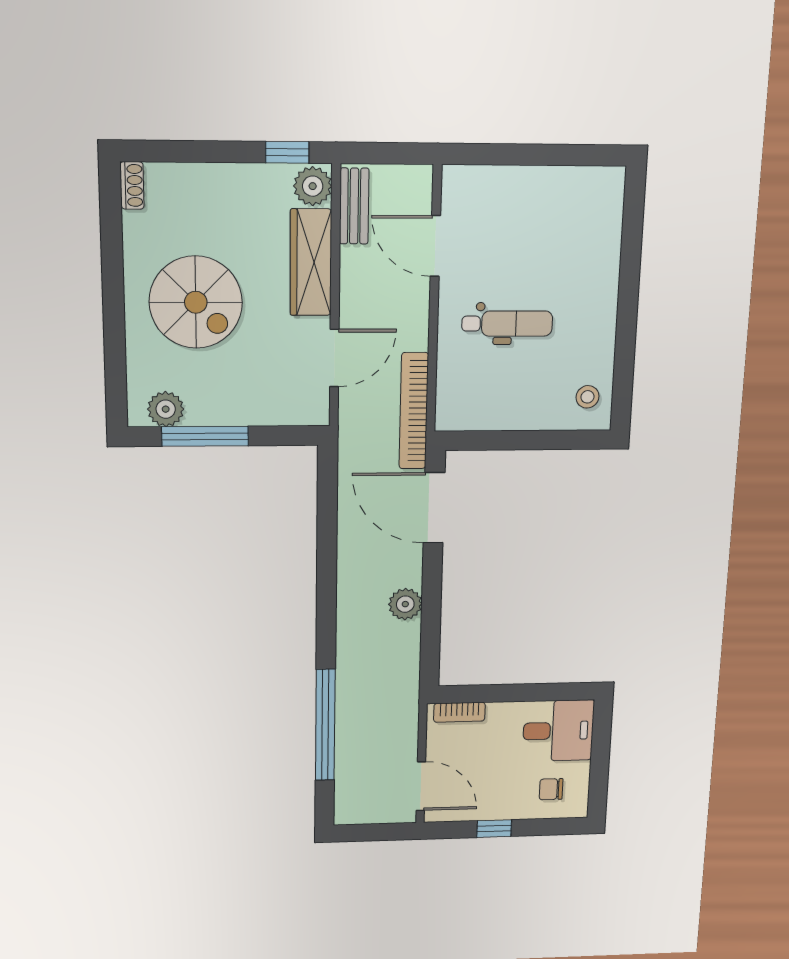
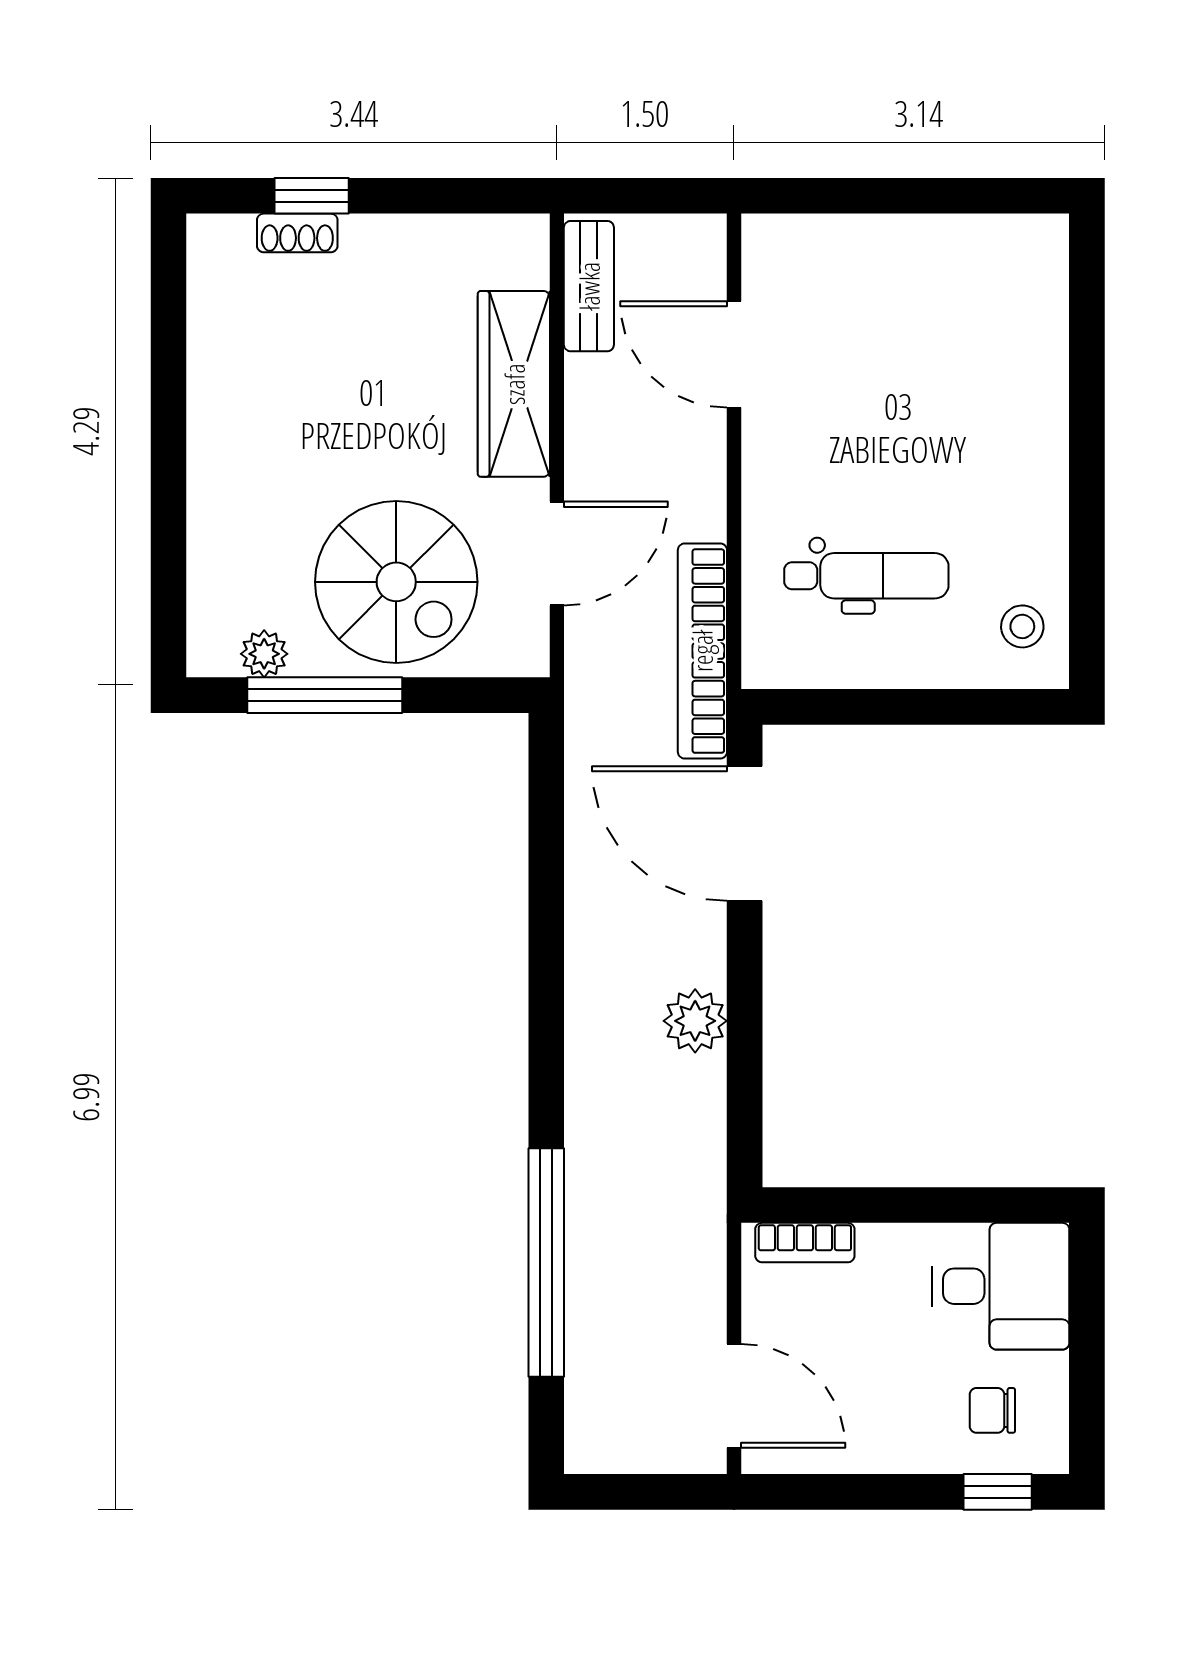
window: (287, 152) -> (312, 196), moved
shoe rack: (132, 185) -> (297, 233), moved, turned 90
plant: (313, 186) -> (516, 252), removed
spiral stairs: (196, 302) -> (396, 582), moved
dental chair: (507, 324) -> (866, 576), moved
plant: (166, 409) -> (264, 654), width x0.73, depth x0.73
window: (494, 829) -> (998, 1492), moved

